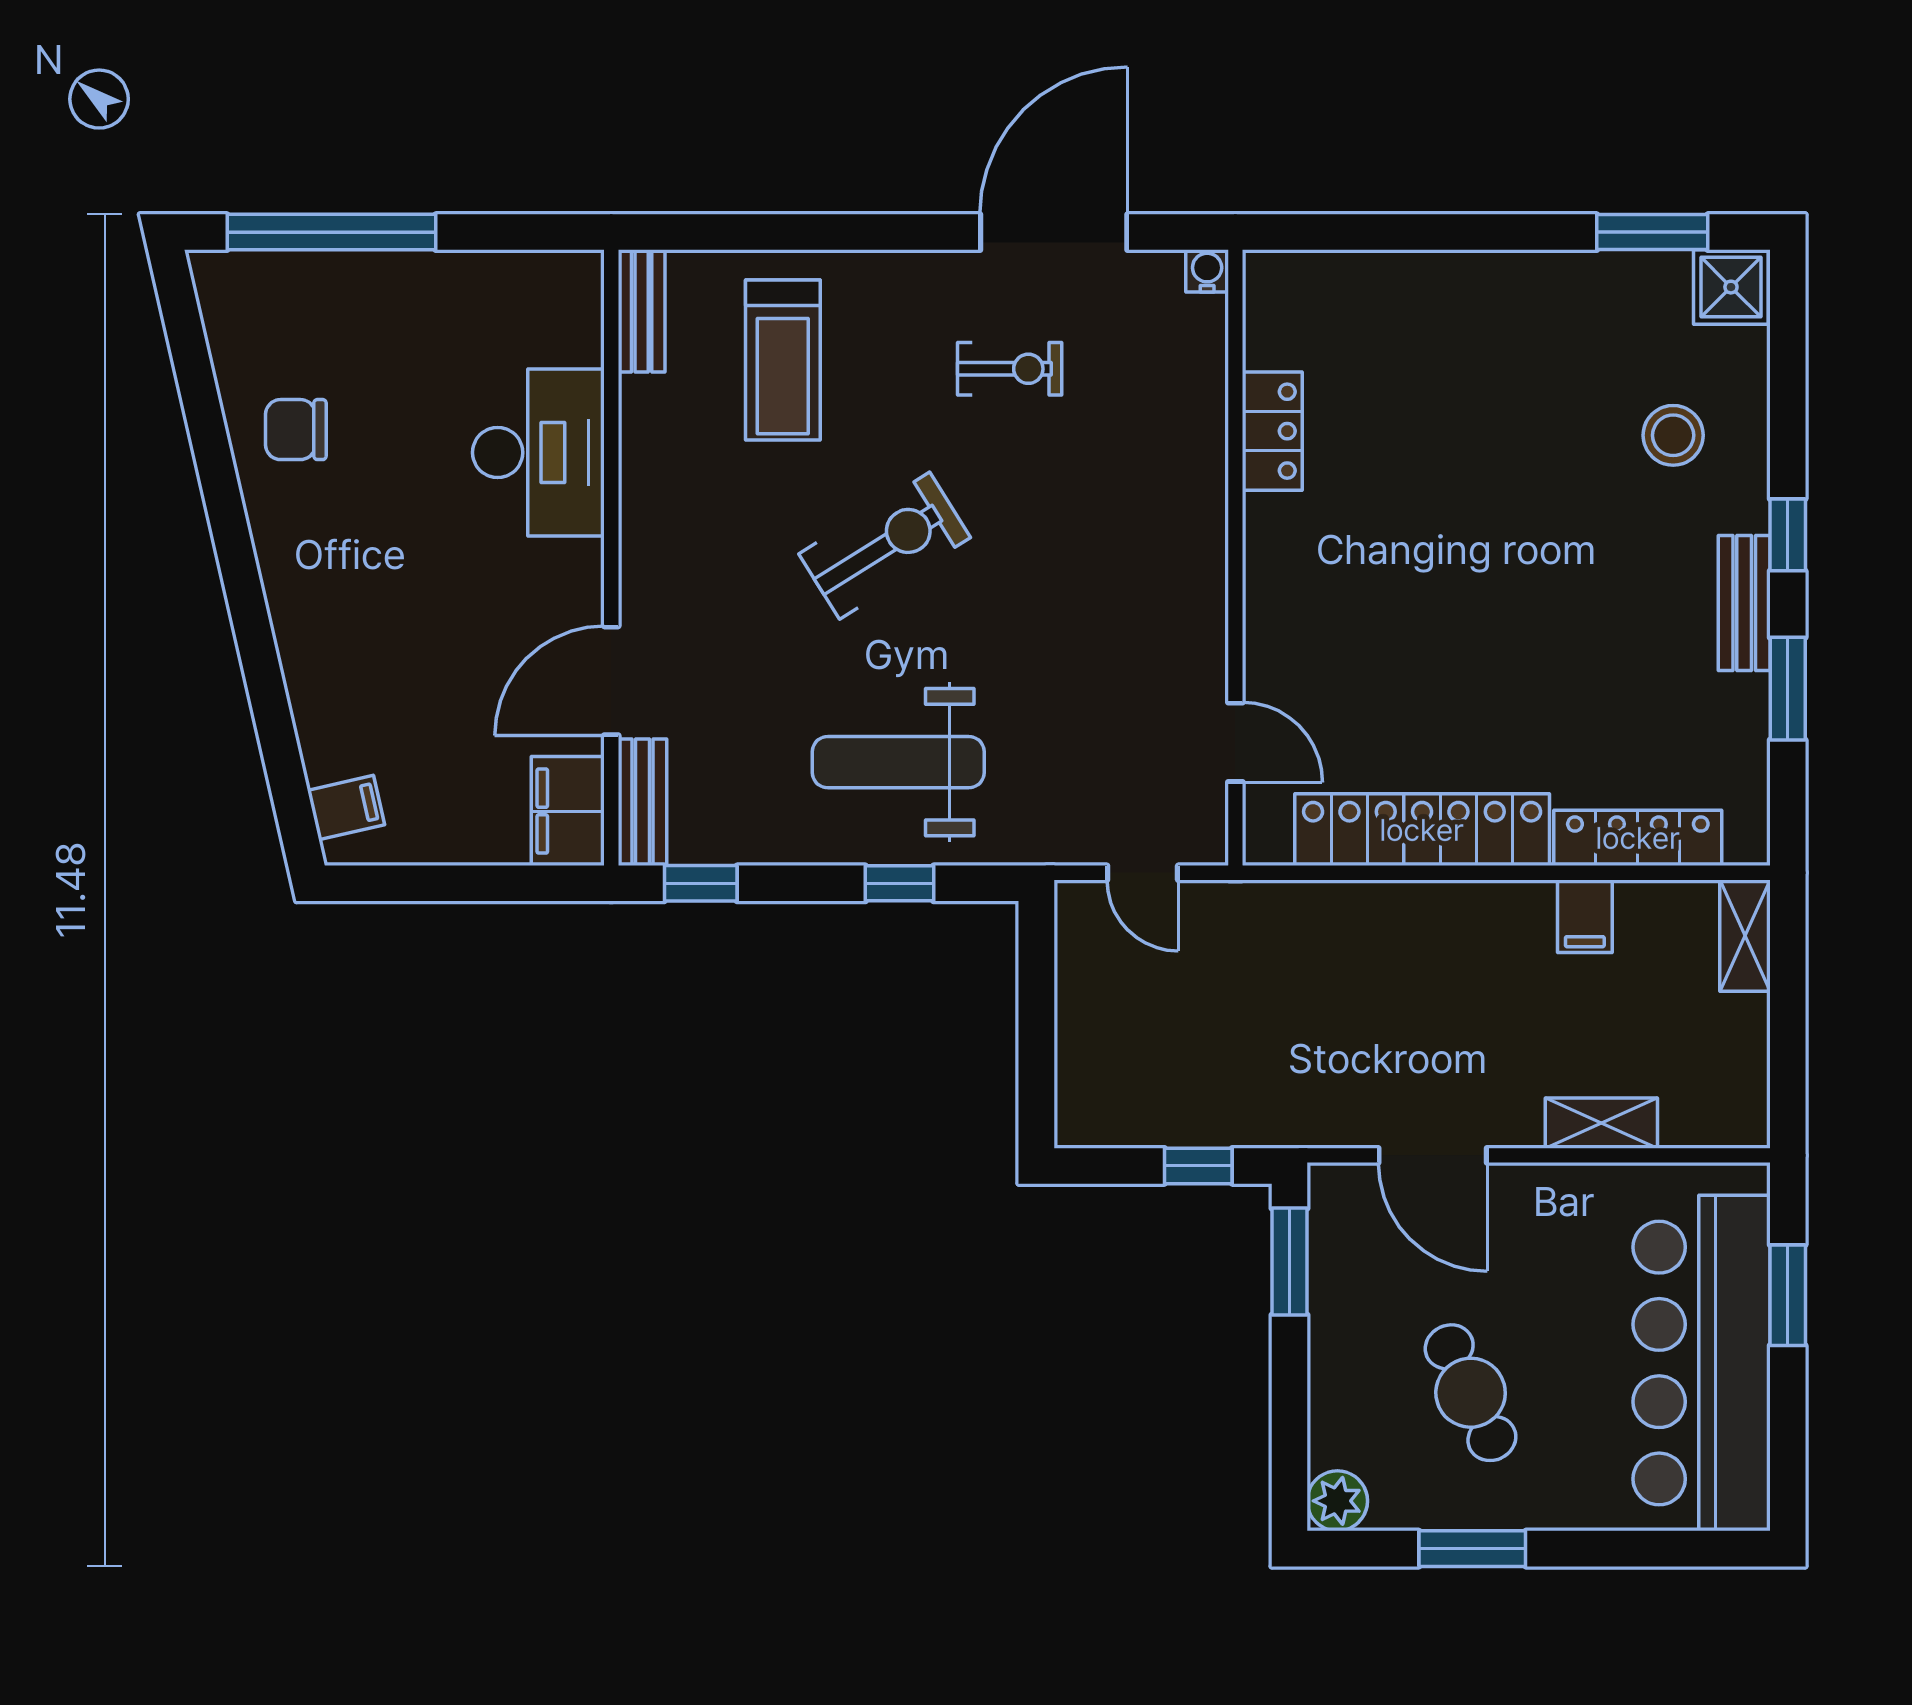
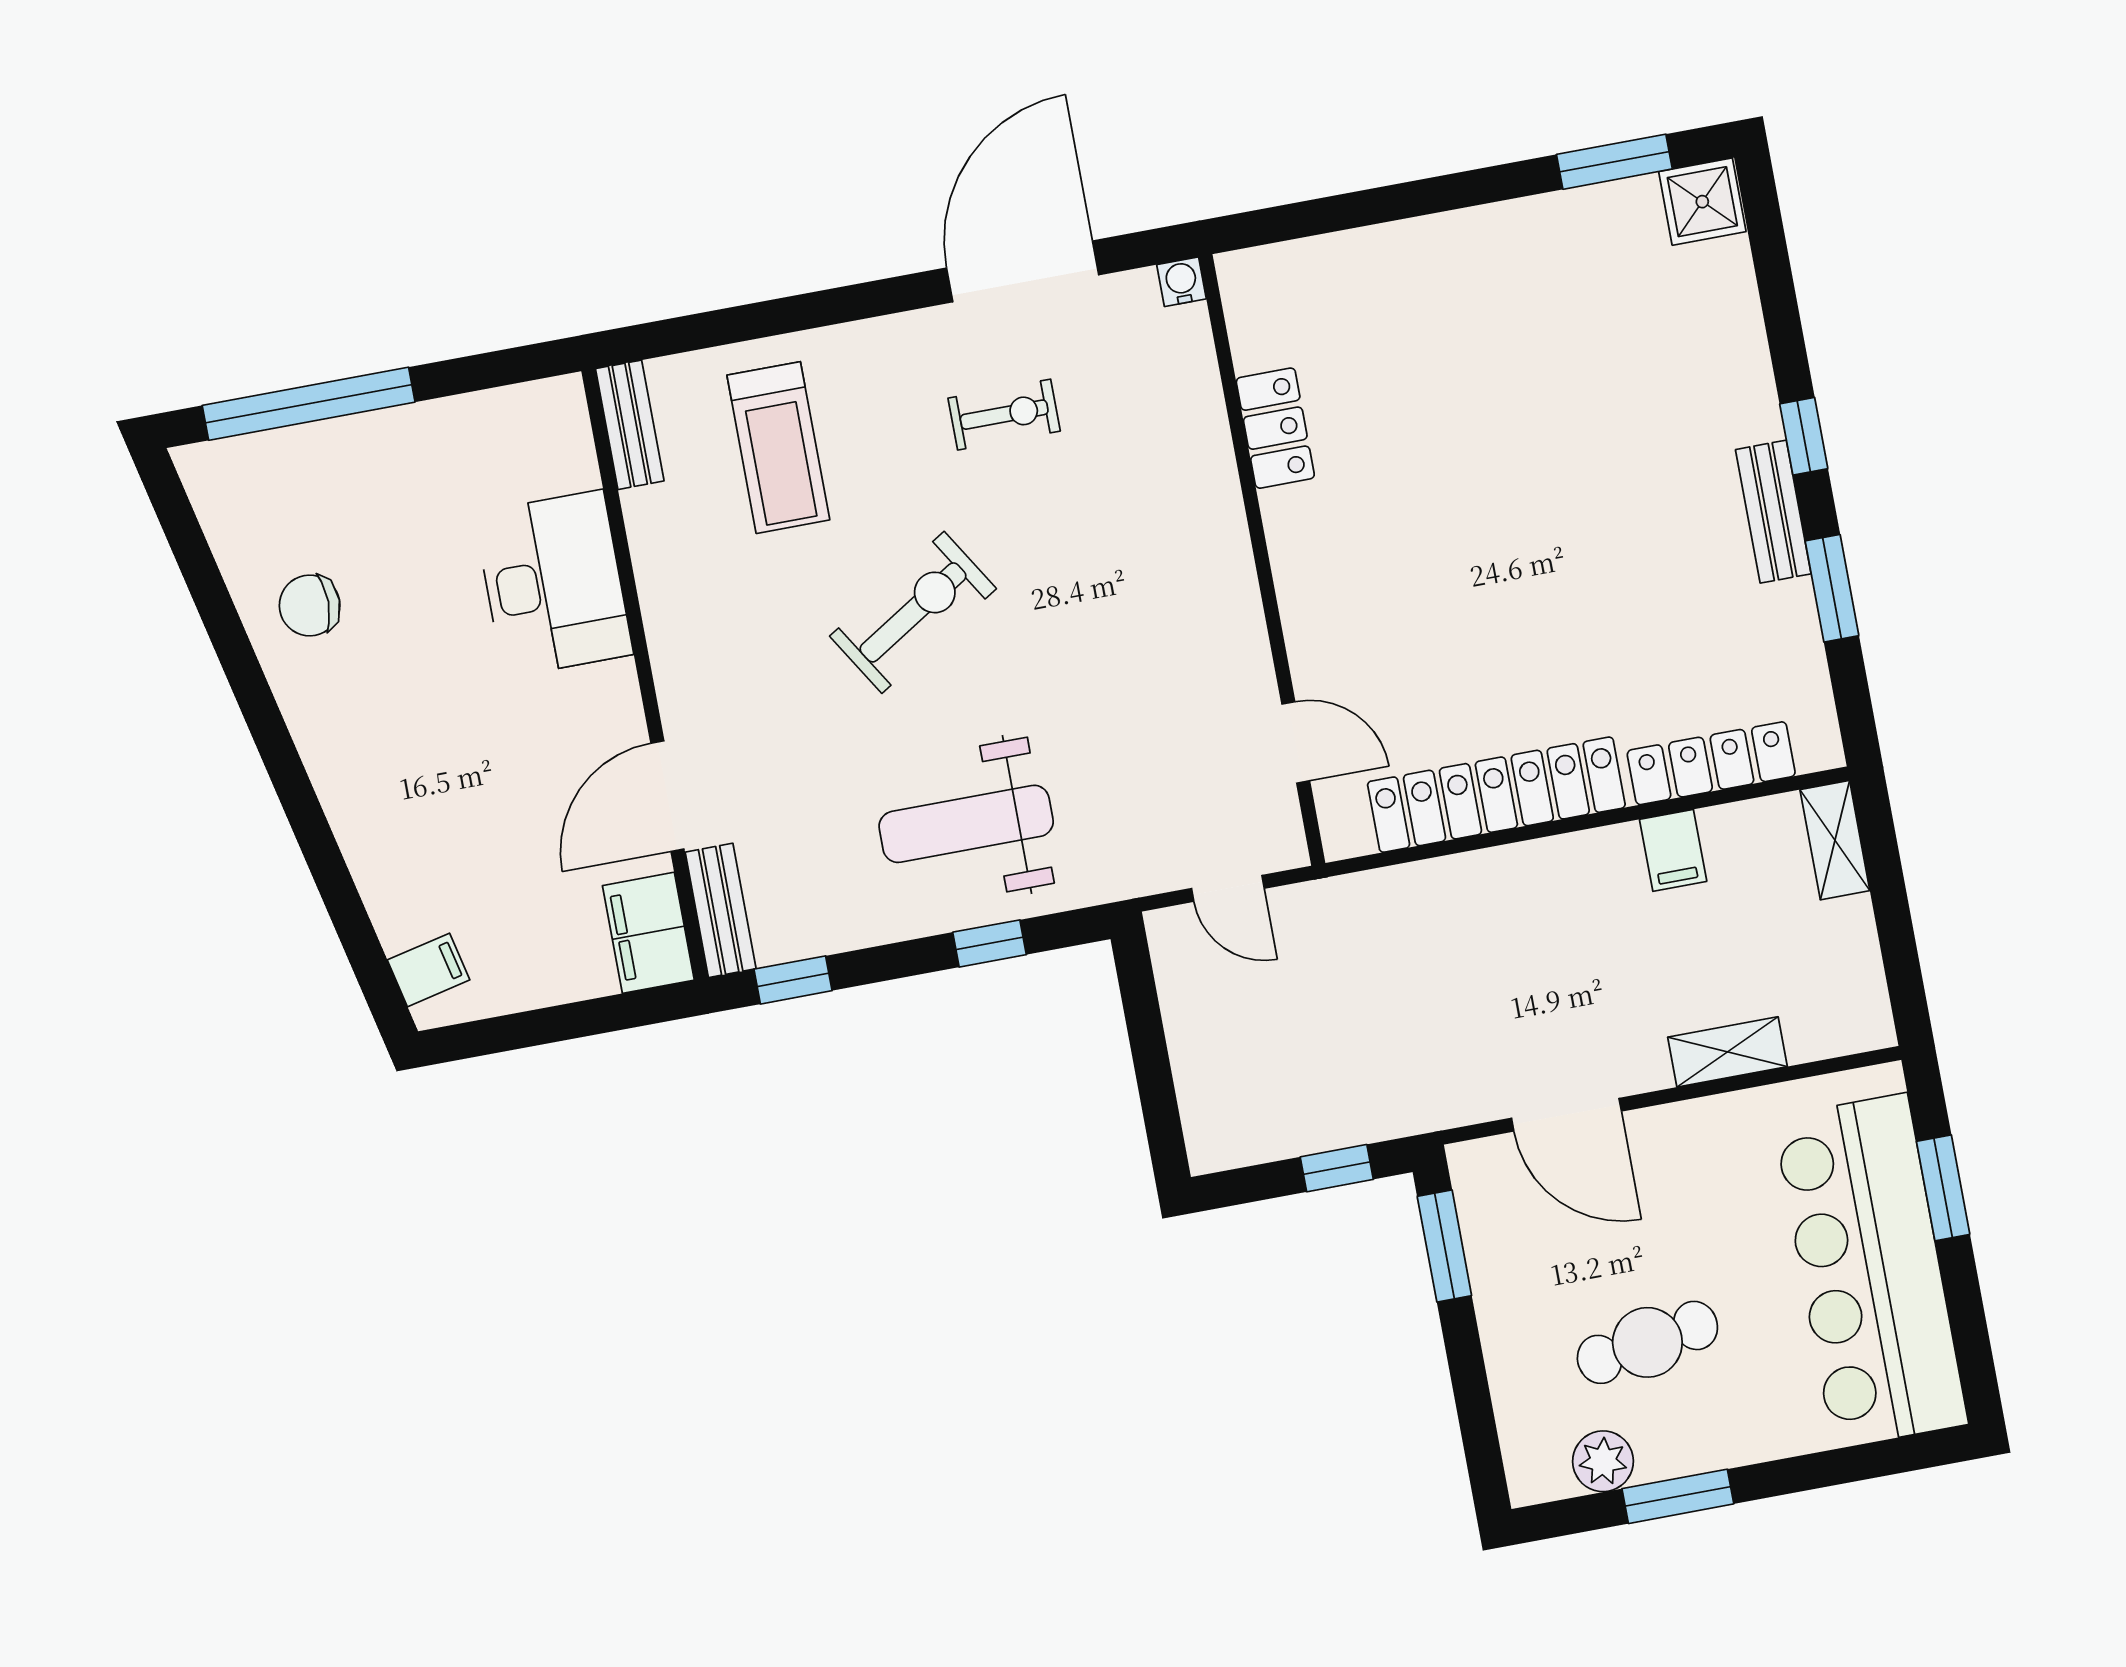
stool: (1673, 435) -> (1672, 359), removed
cafe table: (1471, 1393) -> (1647, 1342), turned -74
plant: (1337, 1501) -> (1603, 1461), moved

